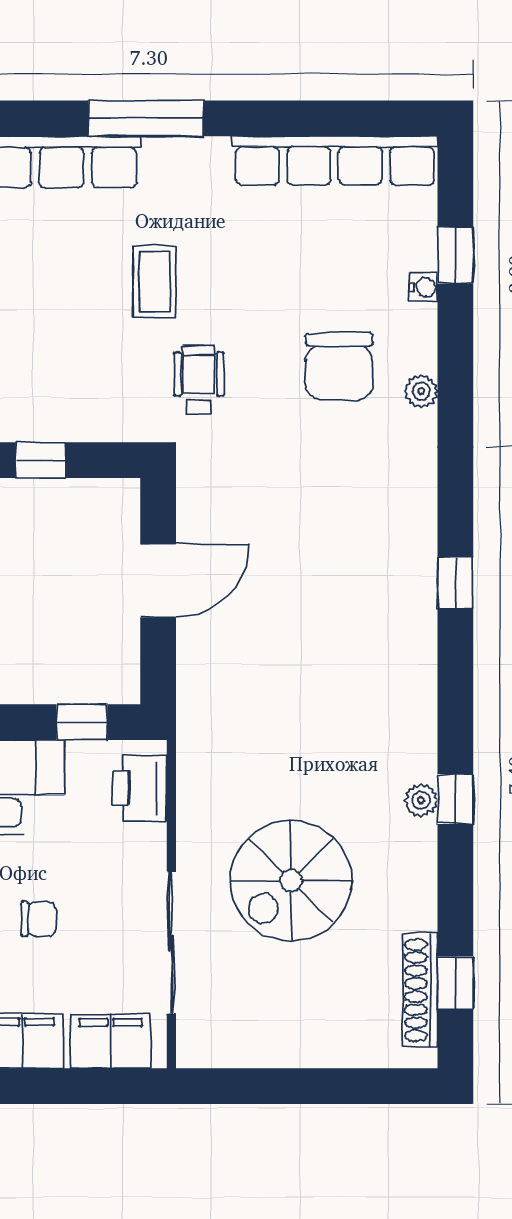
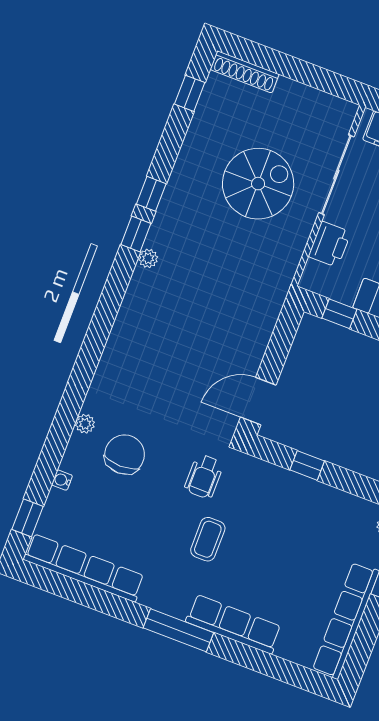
window: (455, 255) -> (28, 518), moved
door: (158, 581) -> (258, 401), moved
window: (455, 583) -> (136, 234), moved
printer: (140, 789) -> (330, 244), moved
plant: (421, 800) -> (148, 258), moved
shoe rack: (420, 990) -> (245, 72), moved, turned 90

